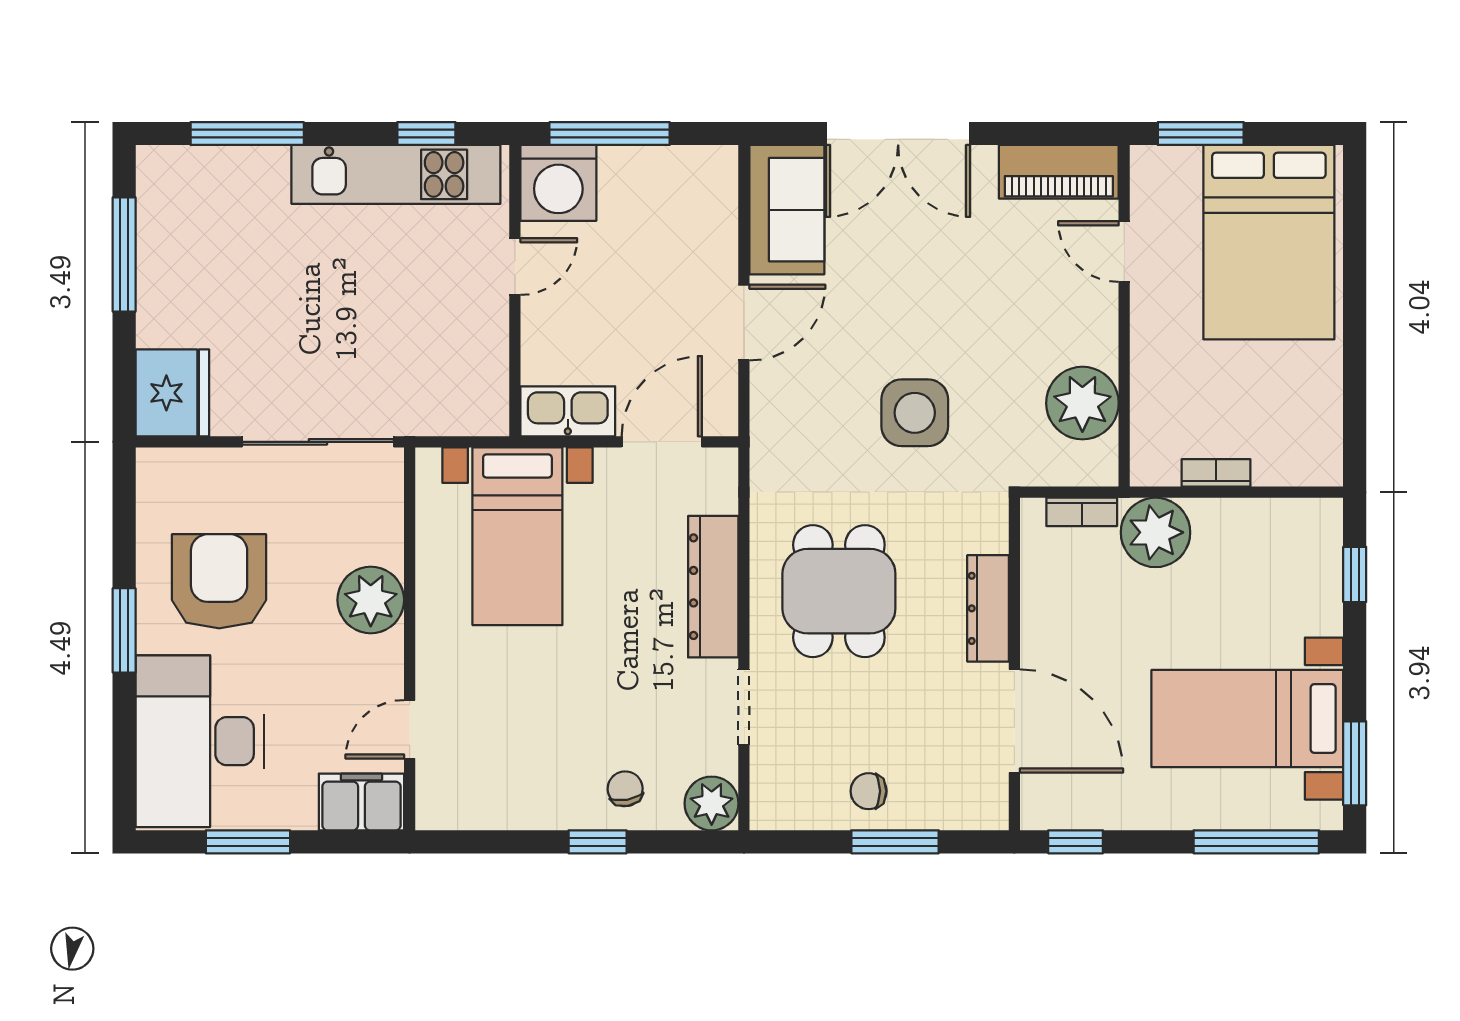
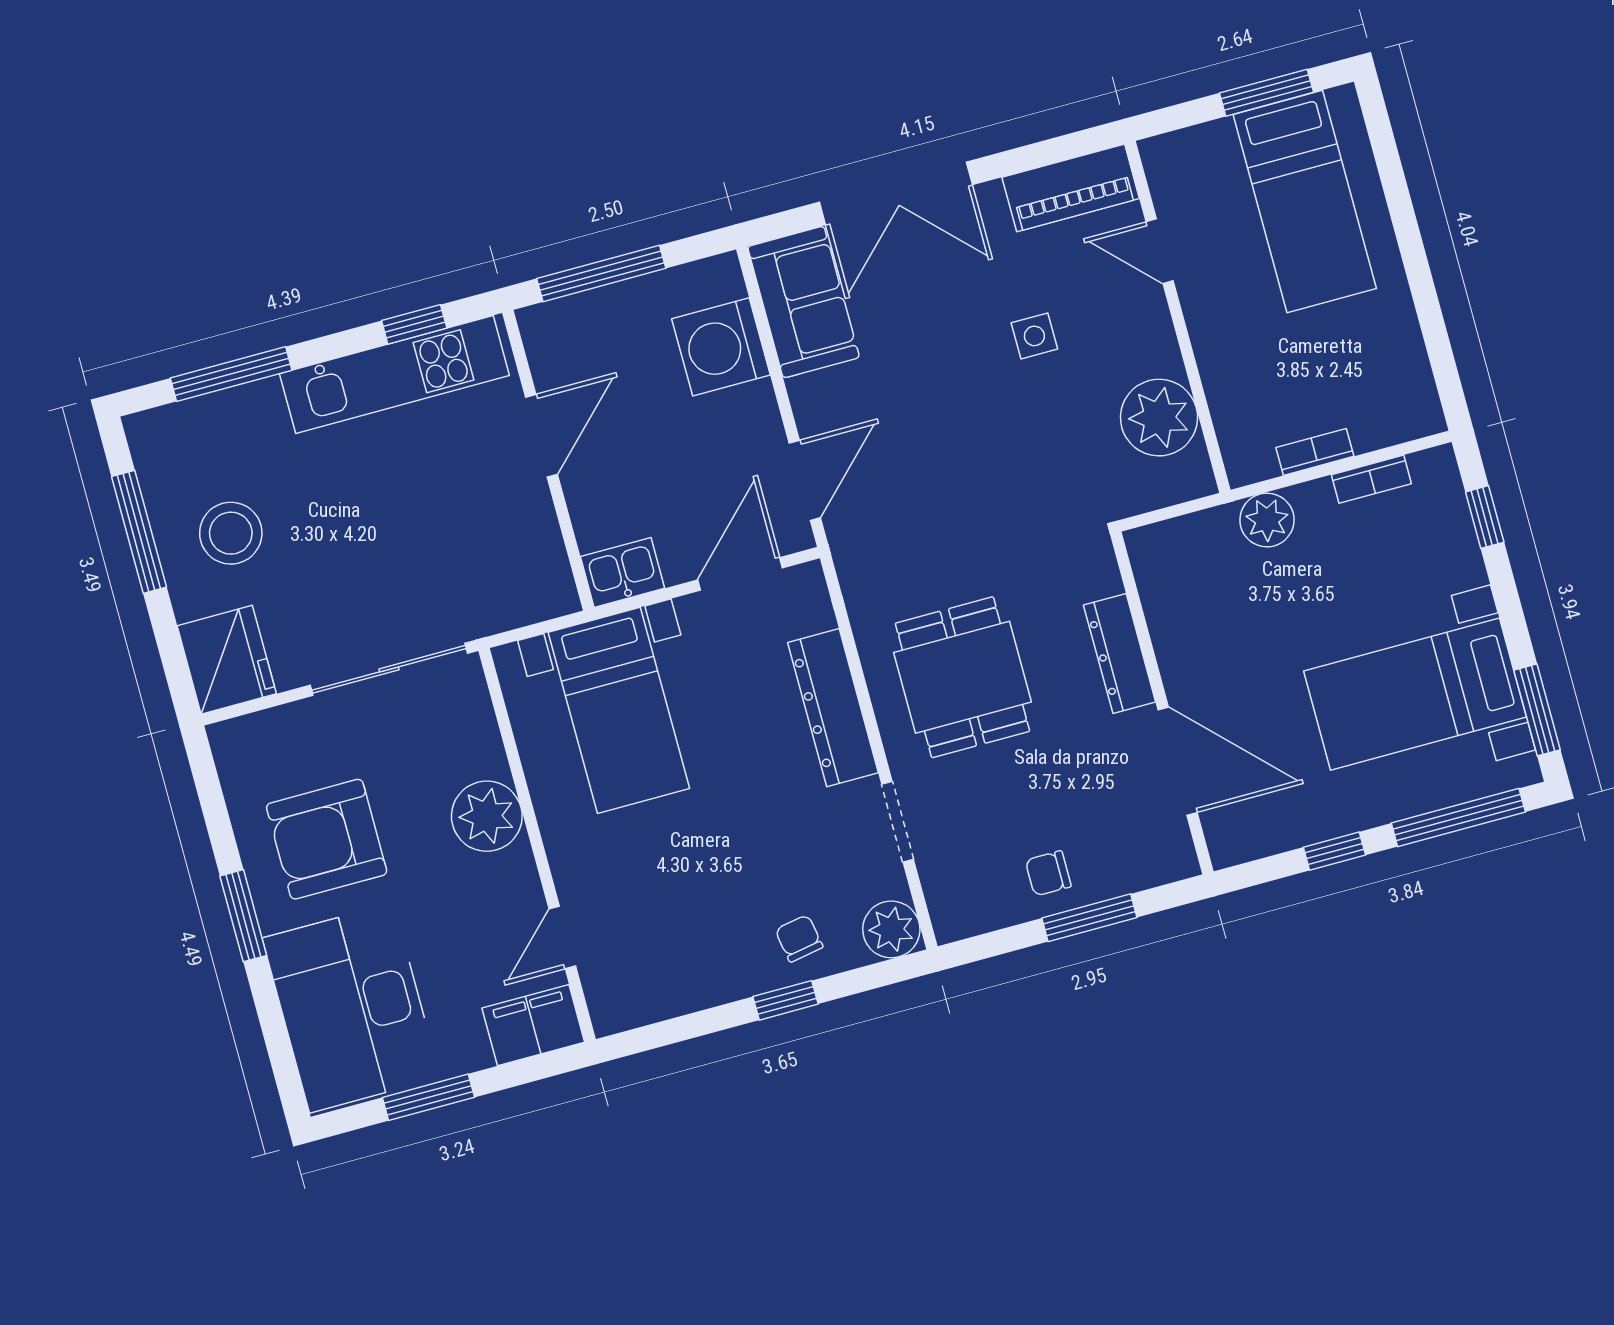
window: (1201, 133) -> (1267, 93), moved
washing machine: (558, 183) -> (721, 347), moved, turned 90
bed: (1269, 242) -> (1305, 201), width x0.67
door: (515, 267) -> (541, 436), width x1.38
stool: (207, 278) -> (231, 533), added
door: (744, 323) -> (805, 480), moved
kitchen sink: (568, 411) -> (622, 572), width x0.73
side table: (915, 413) -> (1034, 336), moved, width x0.54, depth x0.54
bookcase: (1082, 512) -> (1371, 479), moved
plant: (1155, 532) -> (1267, 520), width x0.73, depth x0.73
armchair: (219, 581) -> (327, 839), turned -90
window: (1076, 842) -> (1334, 851), moved

